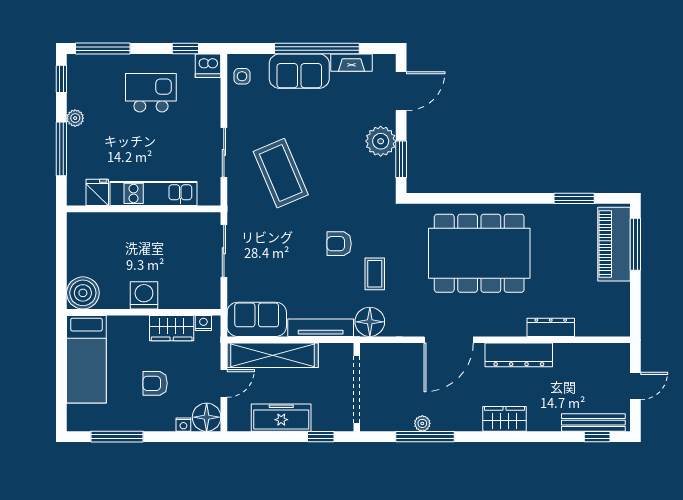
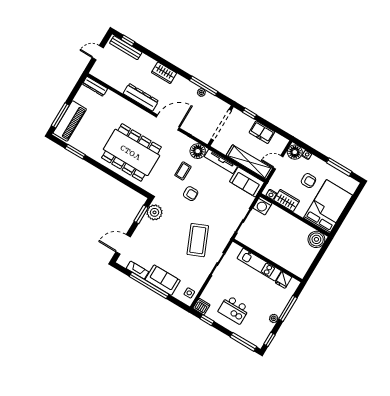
plant: (381, 141) -> (155, 212), moved
washing machine: (144, 295) -> (262, 206), moved
dresser: (551, 327) -> (95, 86), moved
bed: (86, 359) -> (328, 207), width x1.50
freezer: (281, 418) -> (262, 132), width x0.71

